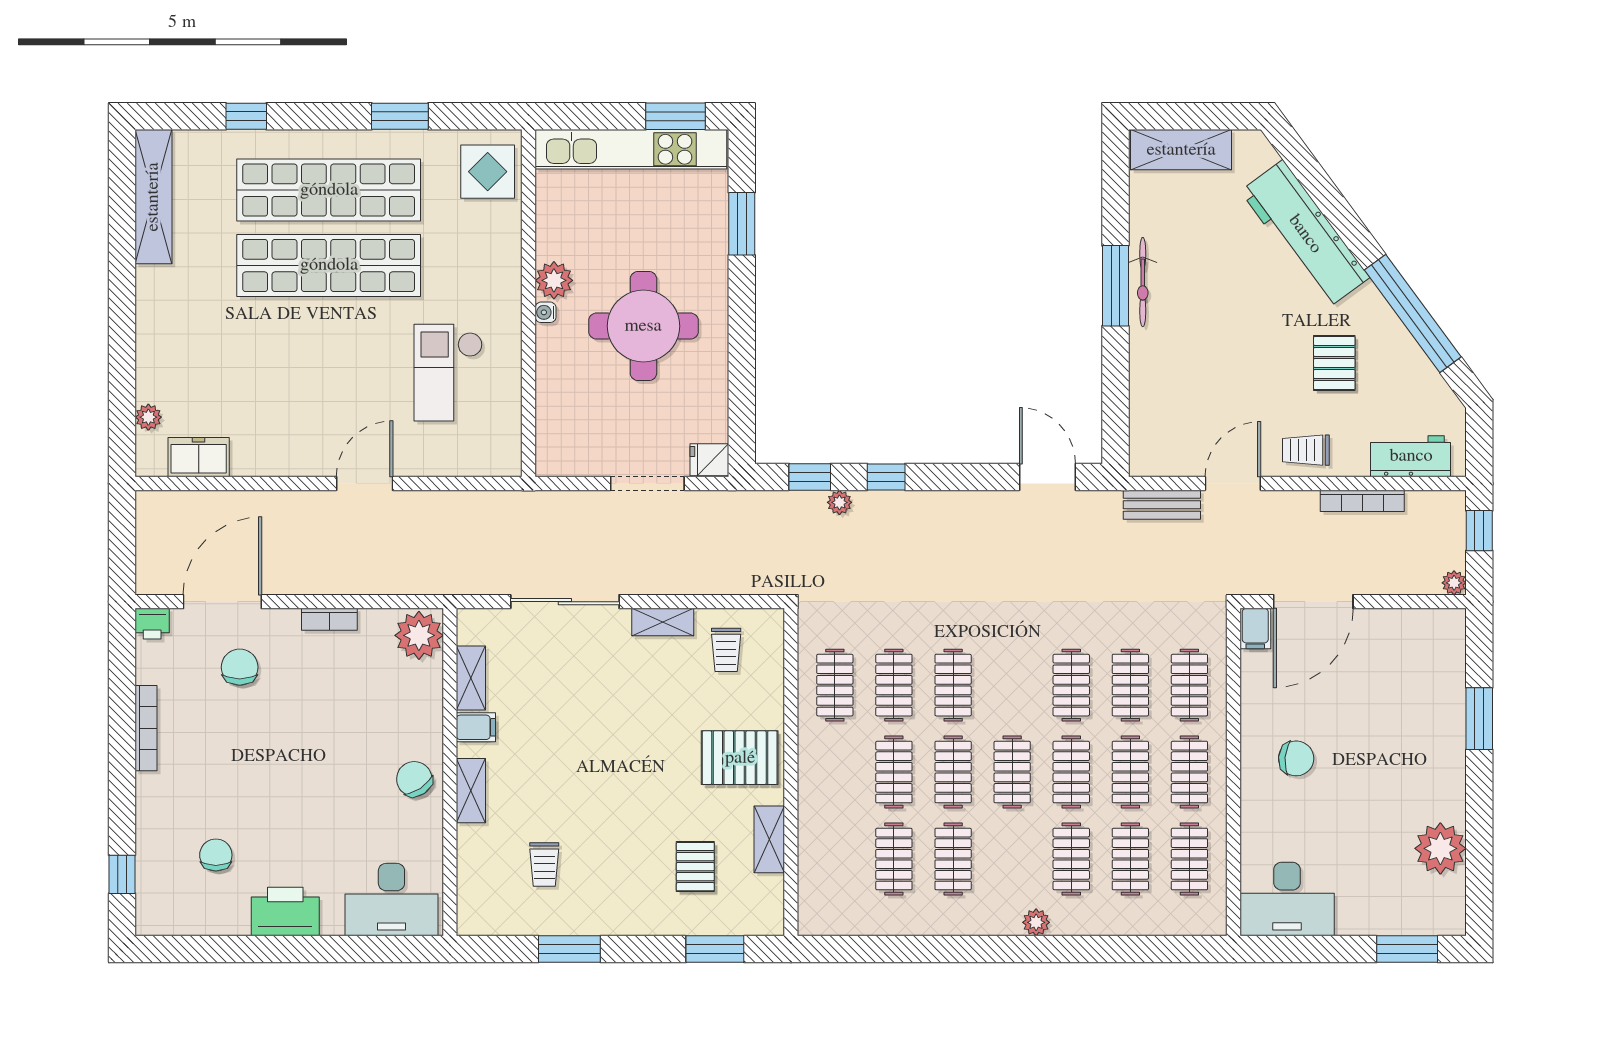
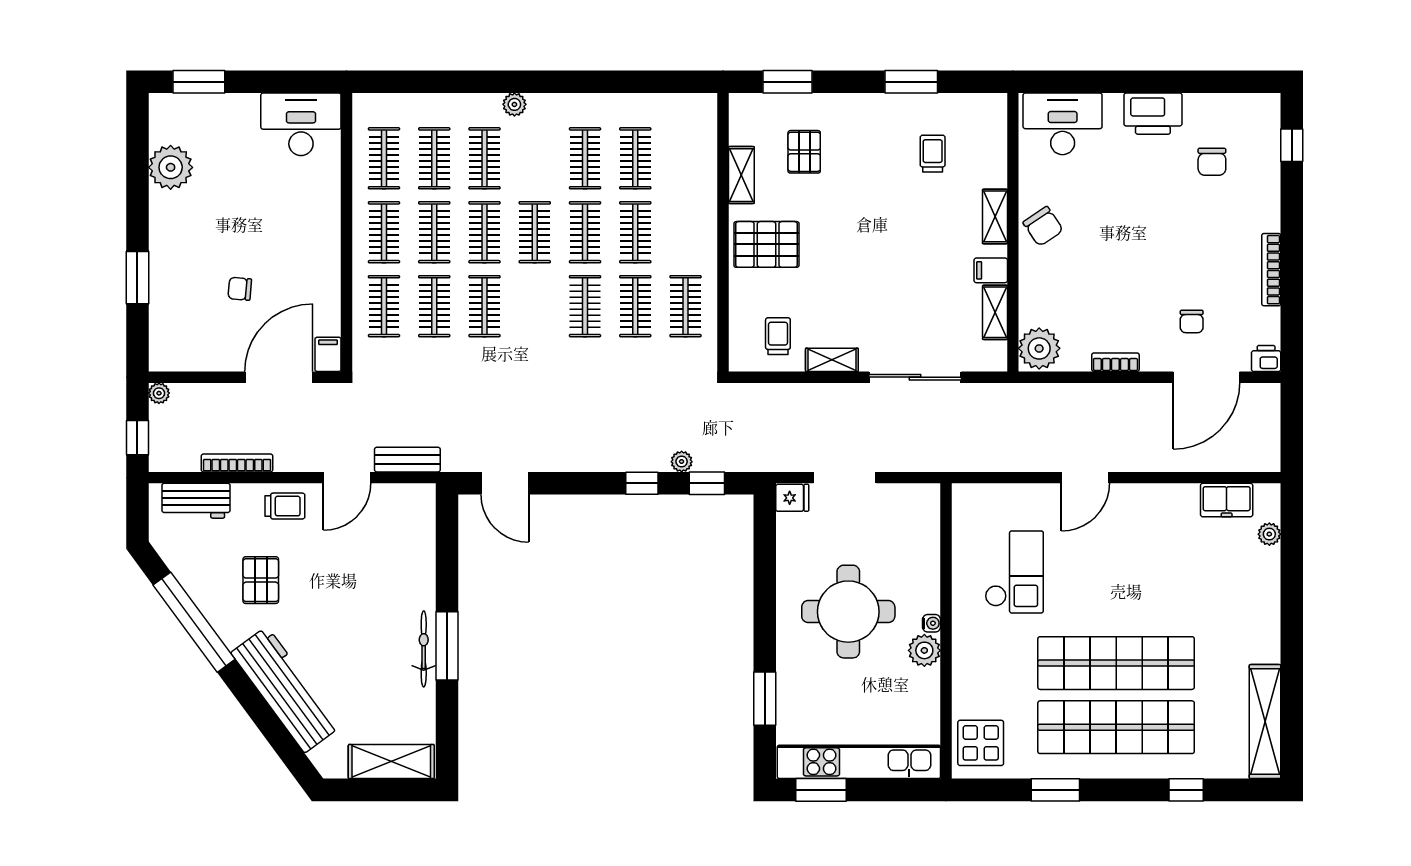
chair: (240, 667) -> (1192, 321), width x0.73, depth x0.73
chair: (1296, 758) -> (240, 289), moved, width x0.73, depth x0.73

